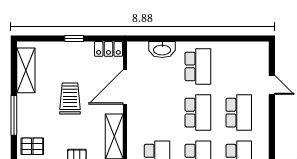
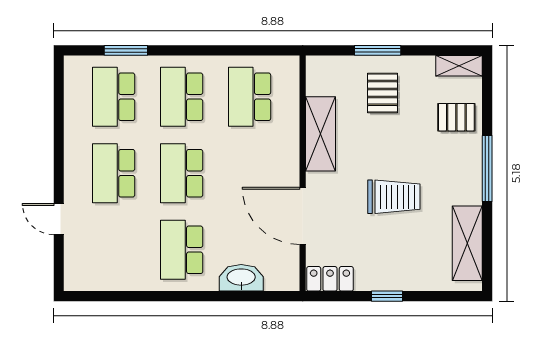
door: (125, 87) -> (303, 216), swing flipped
trolley: (70, 98) -> (394, 197), turned -90

